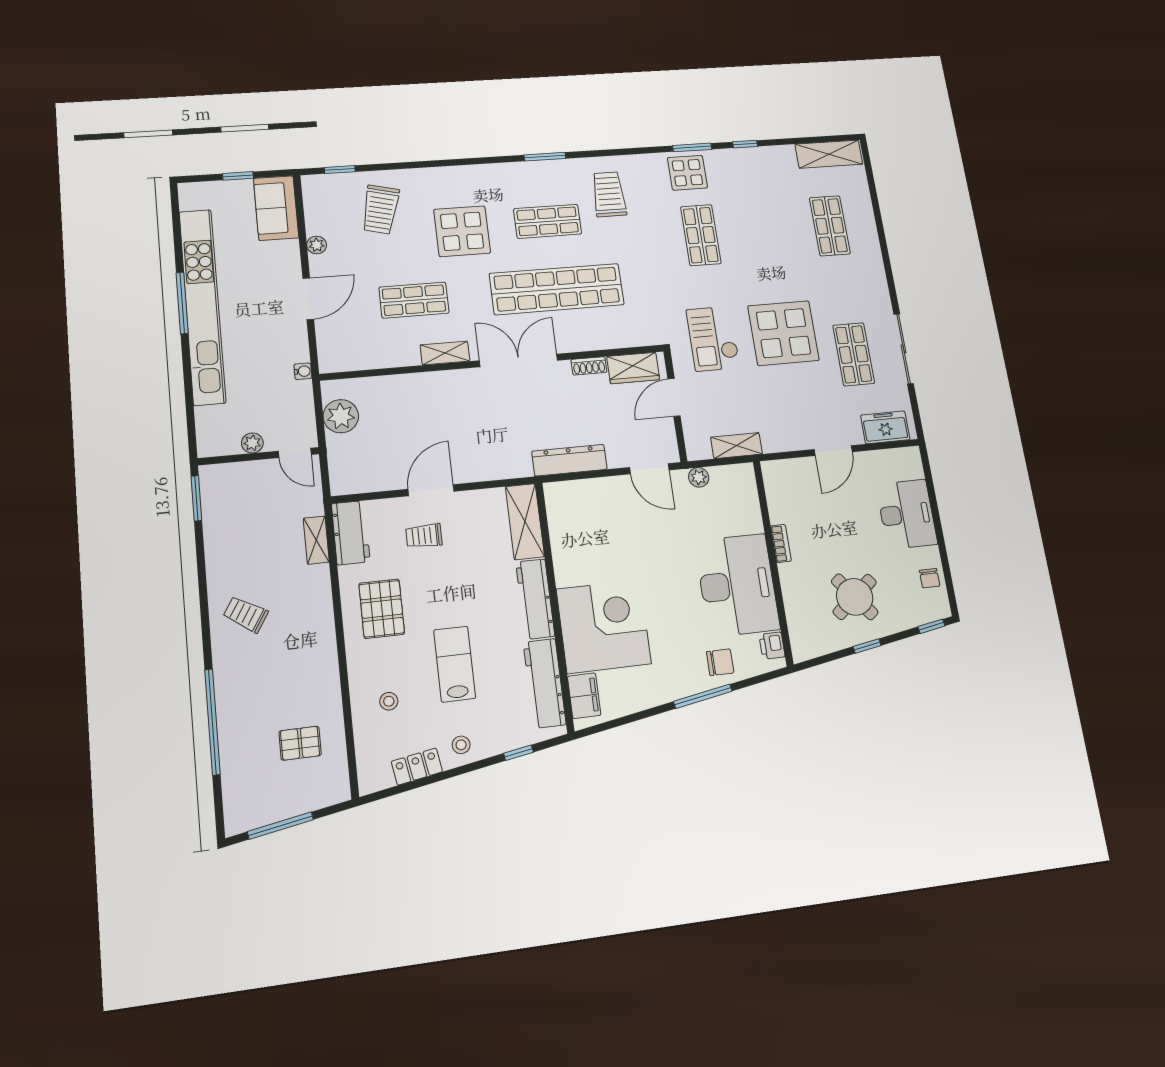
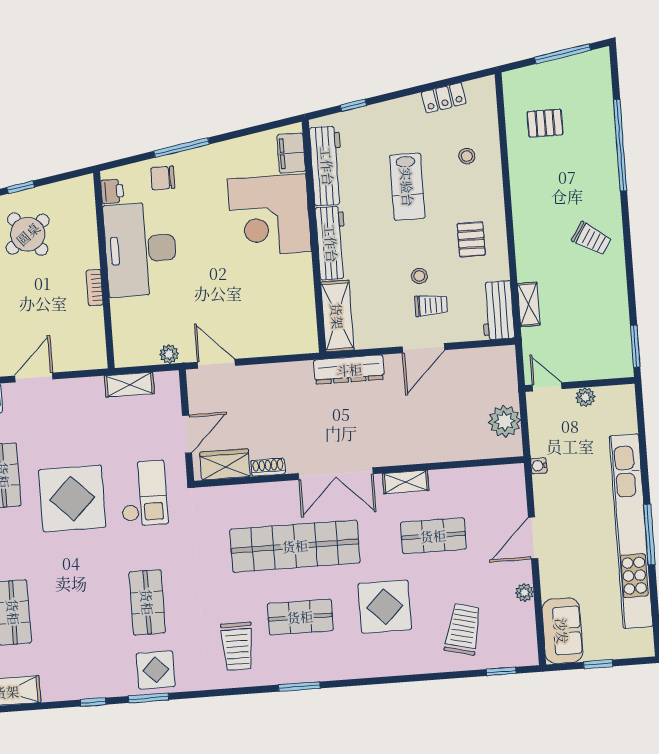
dresser: (569, 460) -> (349, 370), moved
pallet: (382, 609) -> (471, 239), width x0.67, depth x0.71
stool: (461, 745) -> (419, 276), moved

